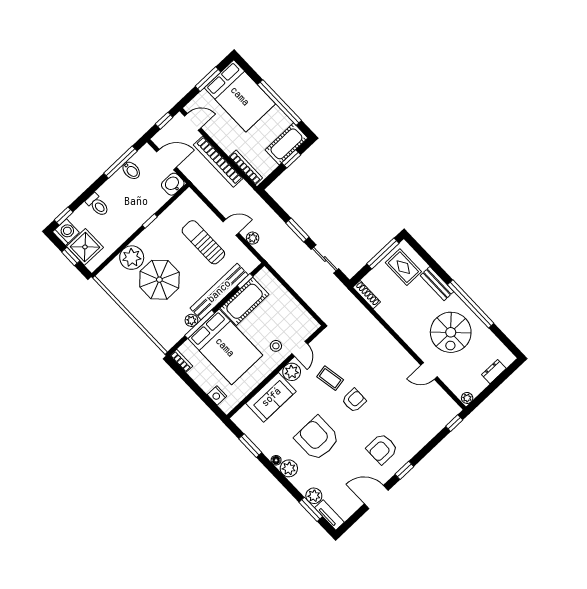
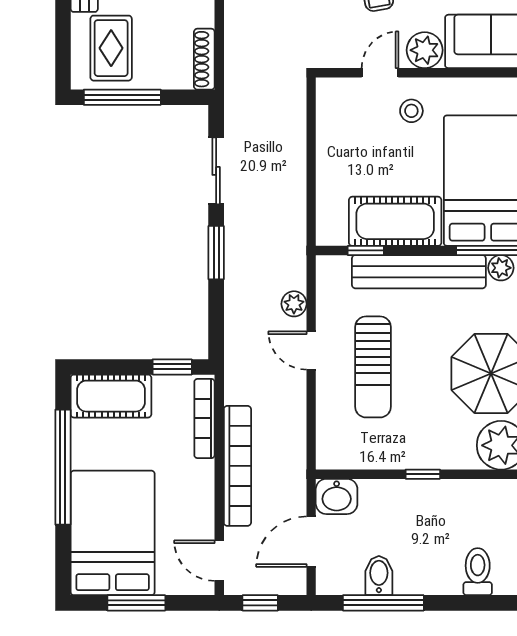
window: (291, 159) -> (172, 367), moved
door: (167, 160) -> (311, 542), hinge flipped

